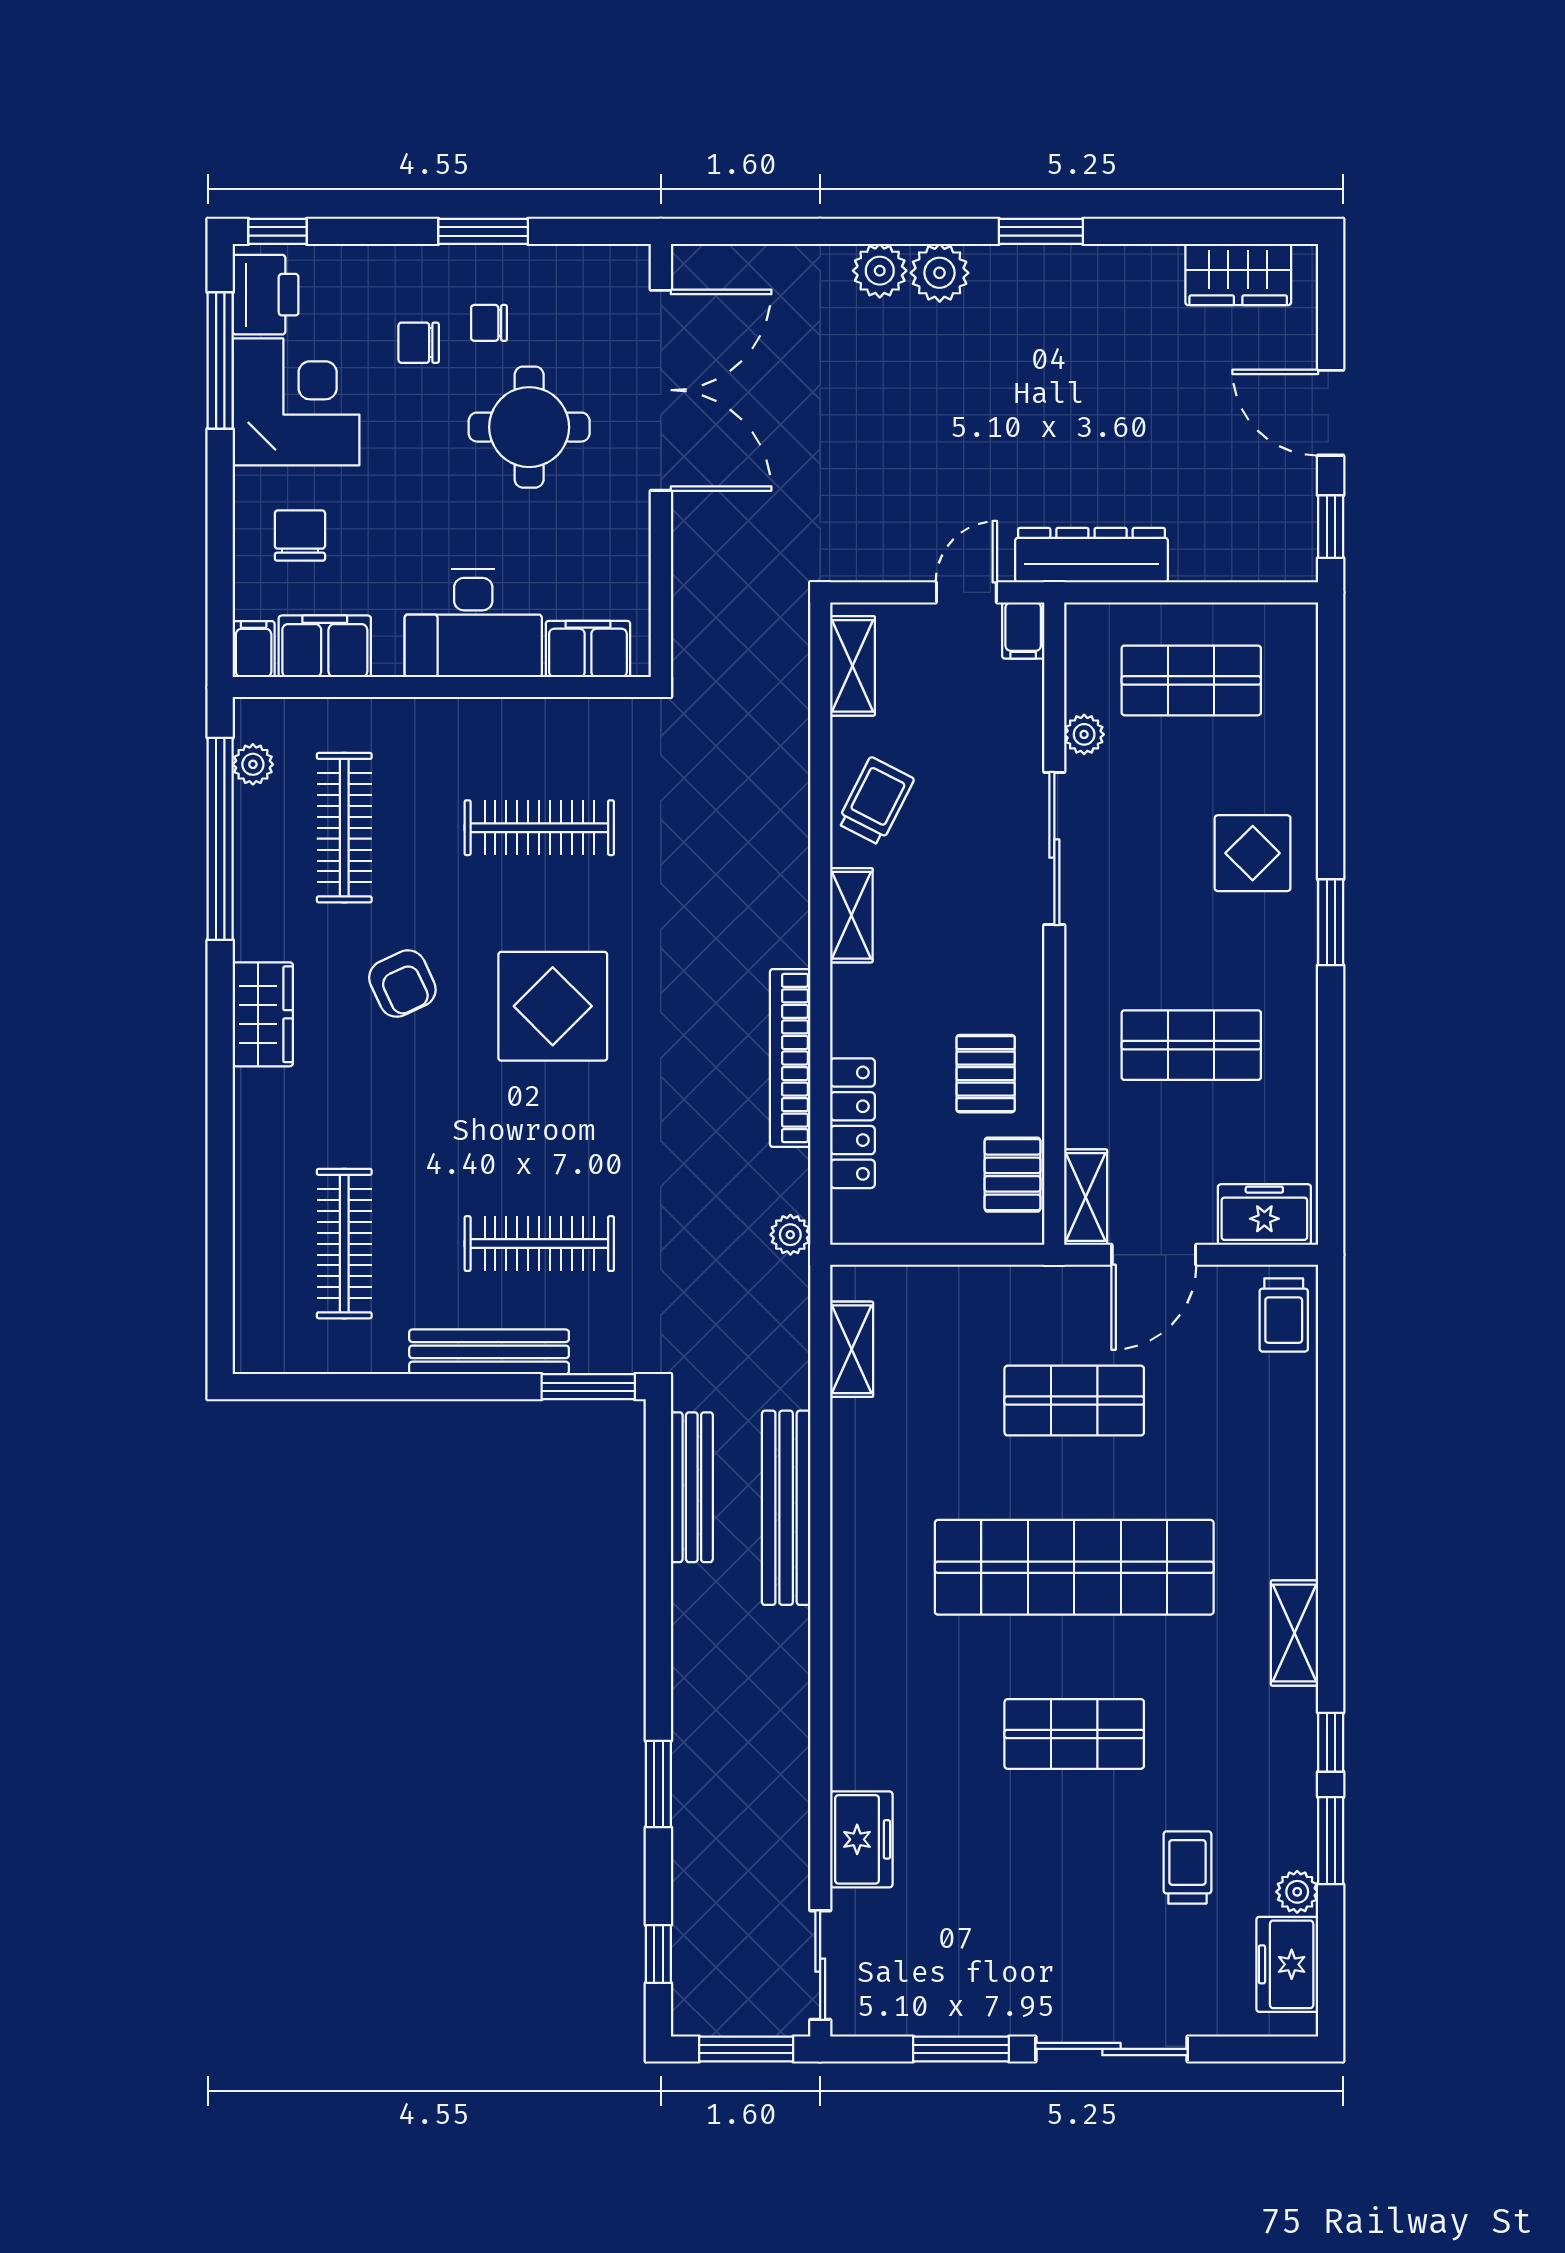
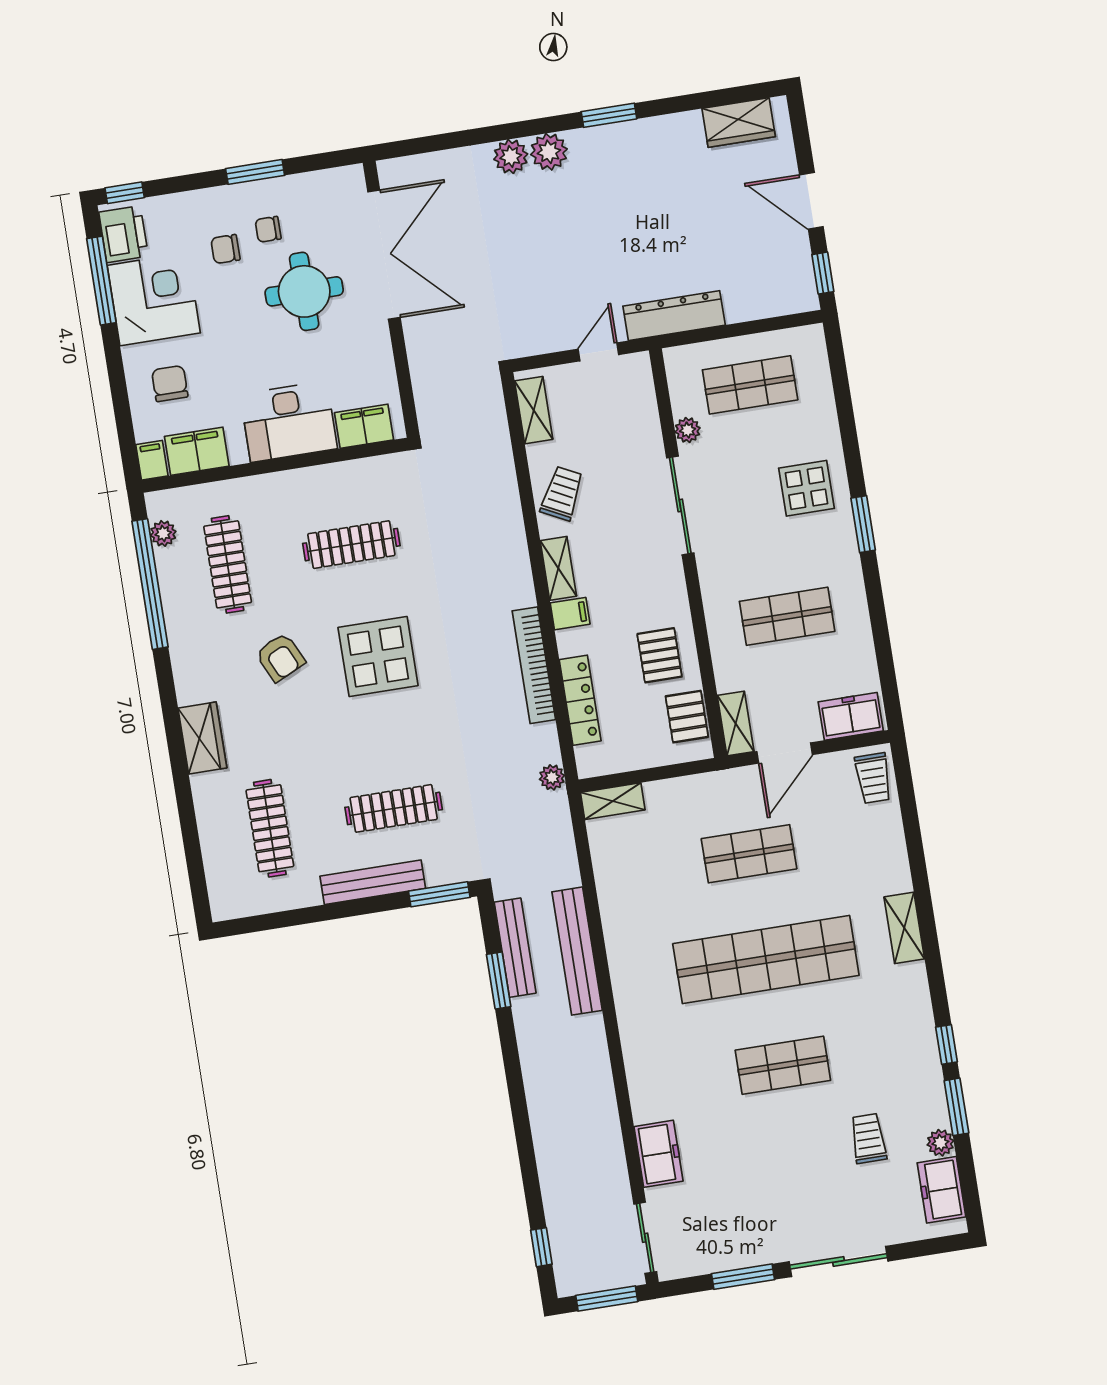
filing cabinet: (1023, 631) -> (570, 614), moved, turned -90
wardrobe: (263, 1014) -> (202, 738), moved
shelving: (852, 1349) -> (613, 801), moved, turned 90
shelving: (1295, 1633) -> (904, 928), moved
window: (658, 1784) -> (499, 980), moved

